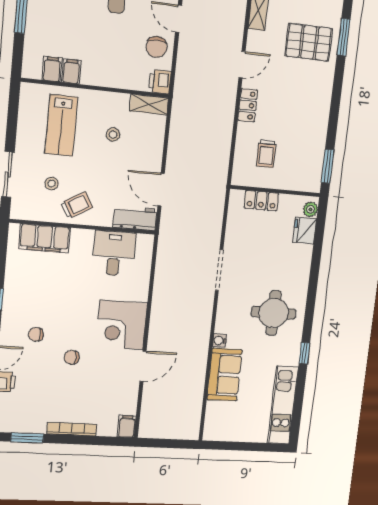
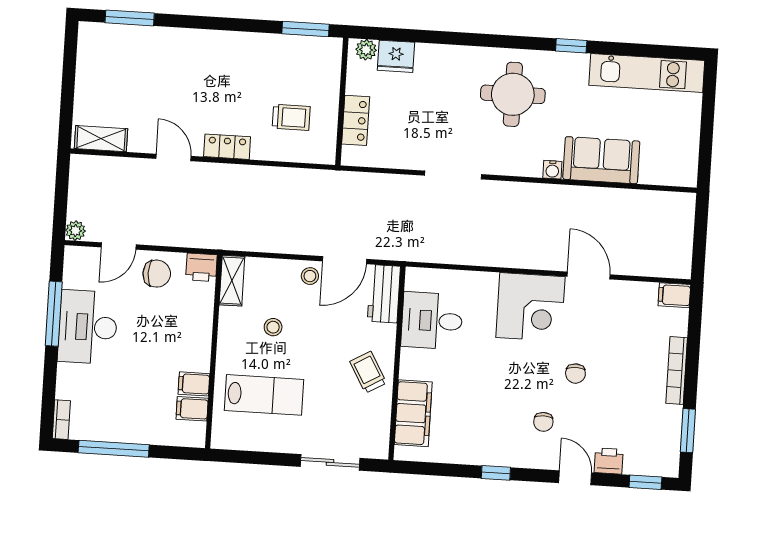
pallet: (309, 42) -> (139, 67), removed
stool: (52, 184) -> (310, 276), moved

